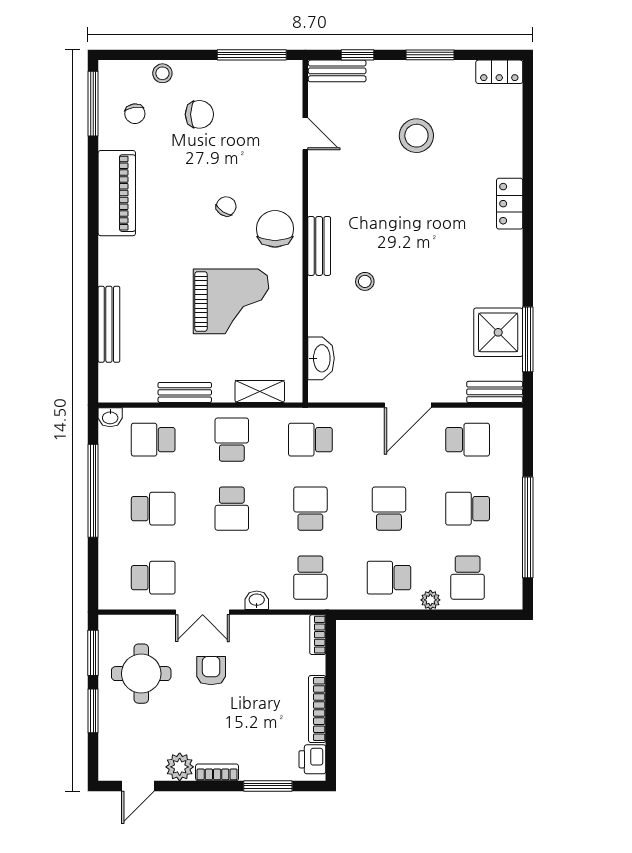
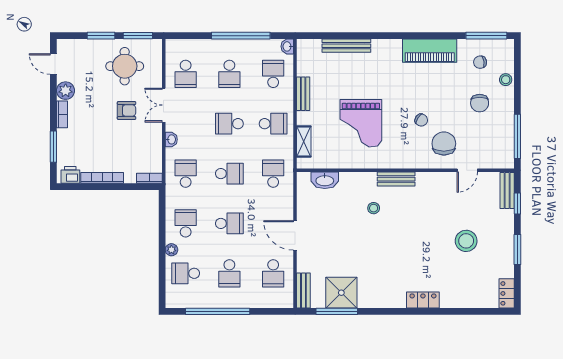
chair: (275, 229) -> (444, 144), moved, turned -90
school desk: (468, 509) -> (229, 273), turned 180
school desk: (310, 578) -> (186, 174), turned 90

